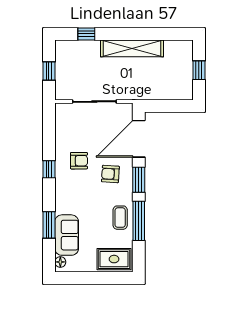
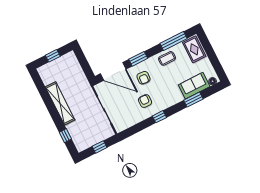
window: (139, 221) -> (173, 41), moved

